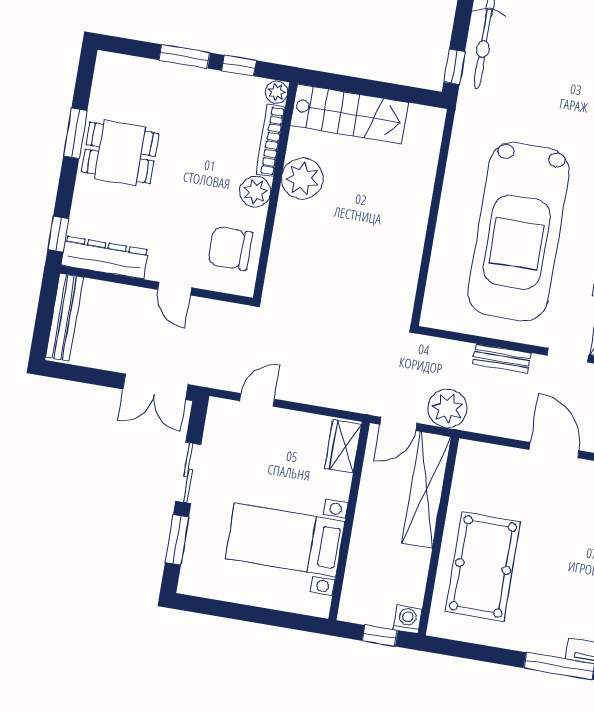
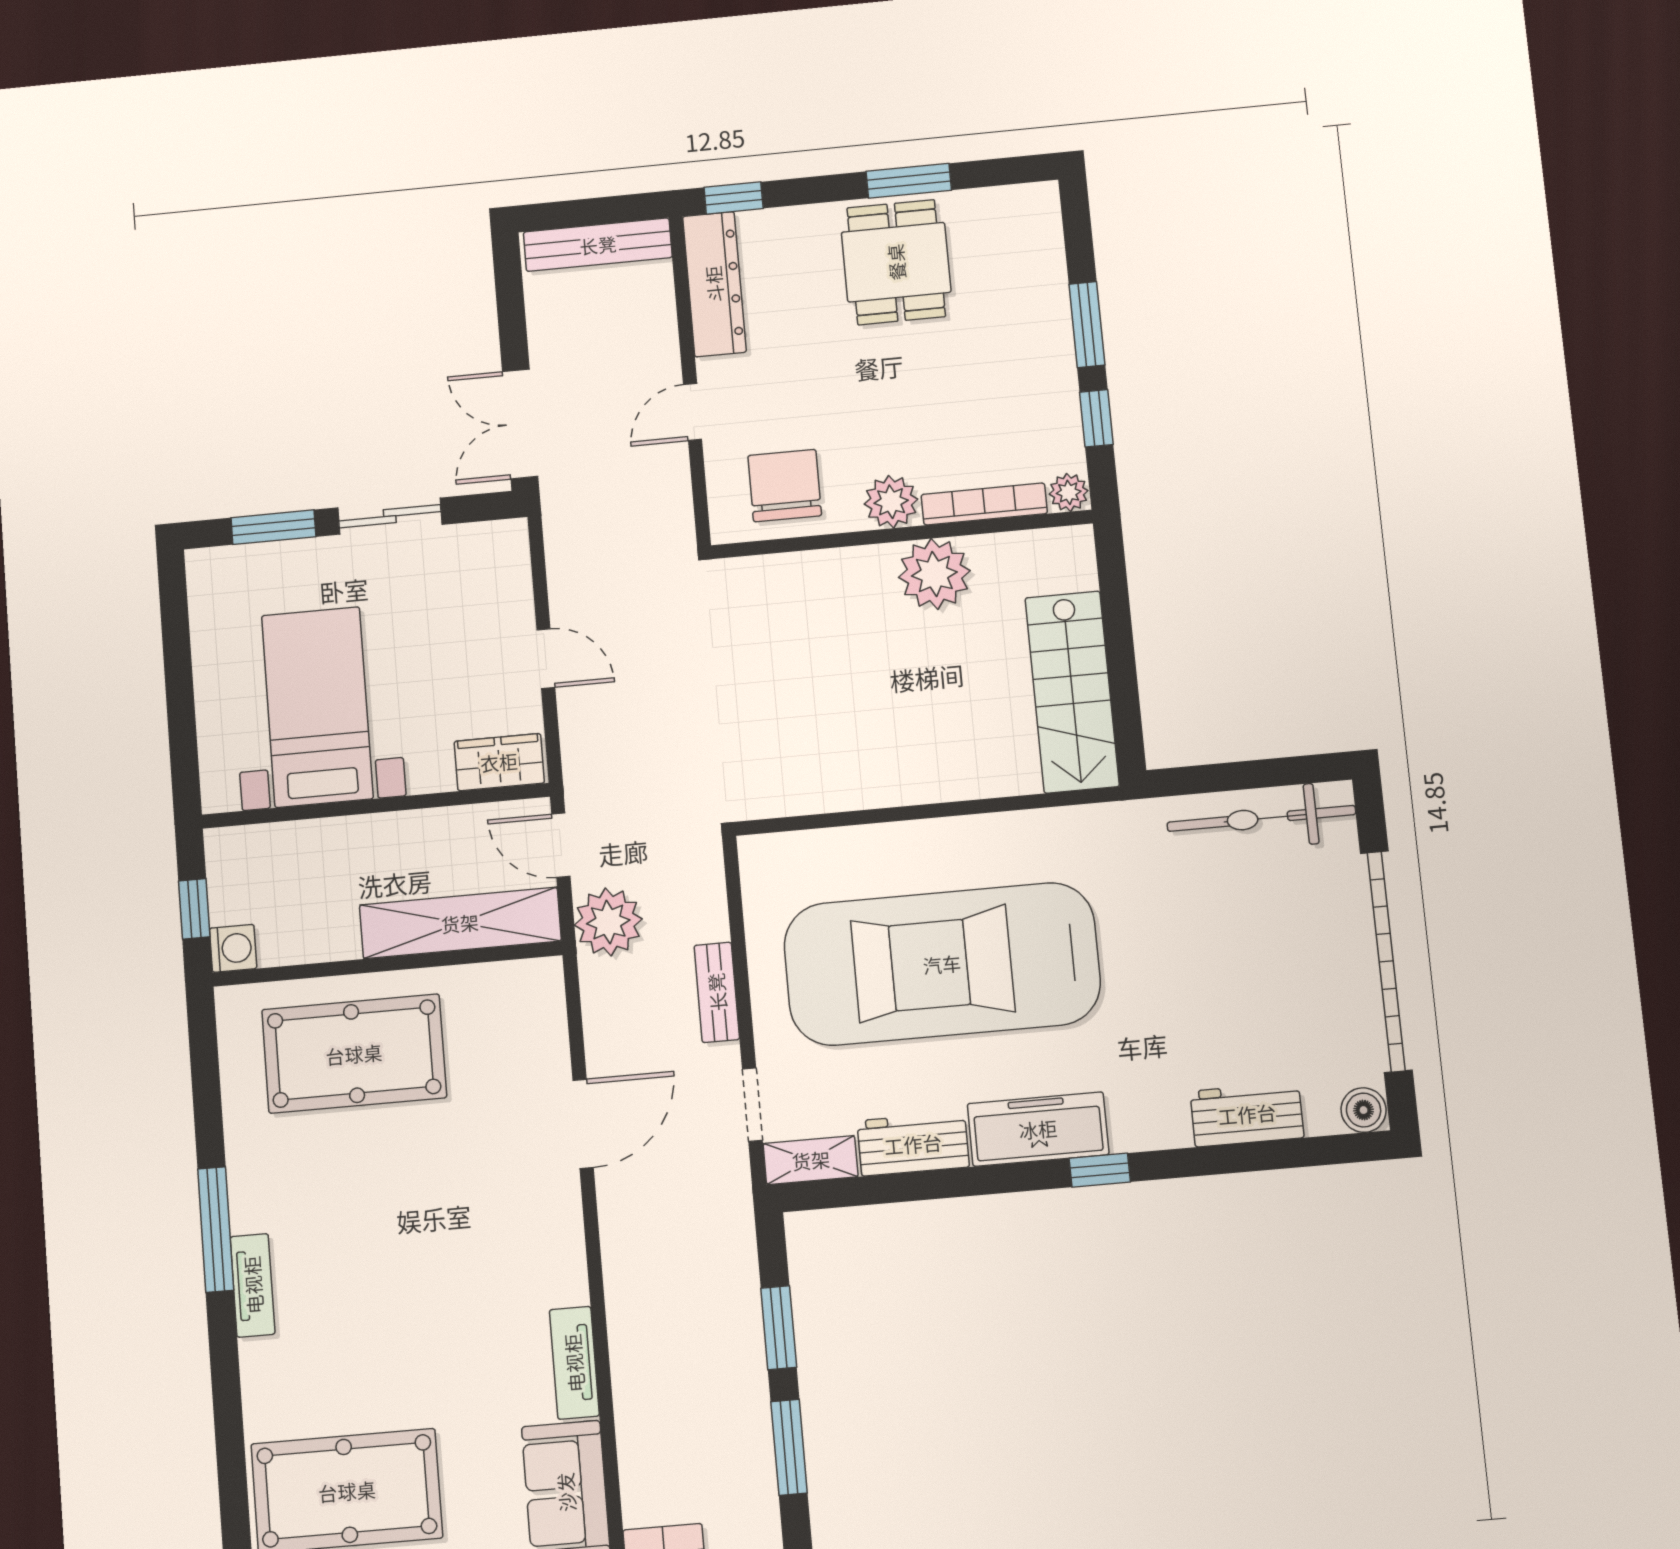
window: (454, 67) -> (1195, 780), removed
stairs: (349, 114) -> (1072, 692), moved
door: (257, 400) -> (546, 659), moved

